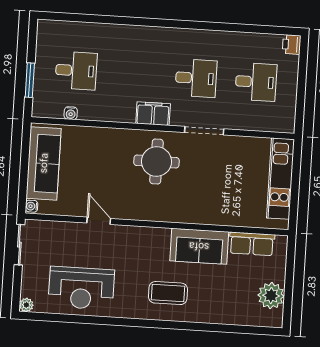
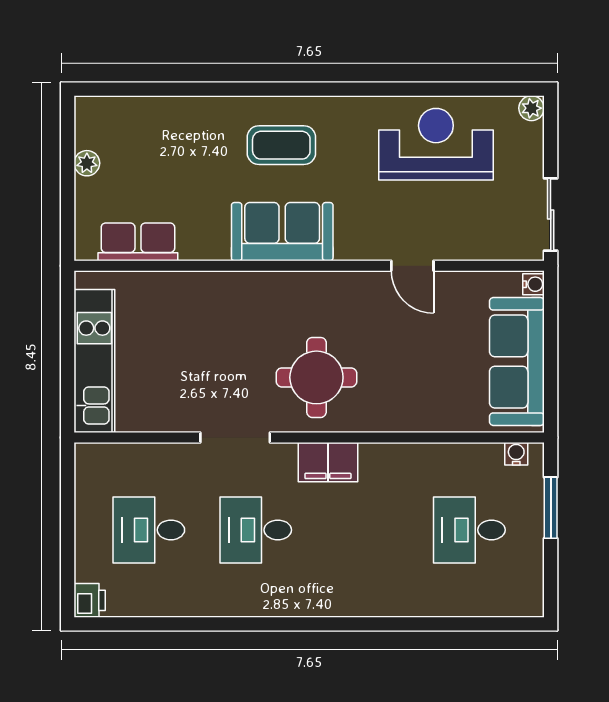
water cooler: (71, 113) -> (516, 454), moved
sofa: (199, 246) -> (282, 232), moved
plant: (271, 296) -> (87, 163), width x0.53, depth x0.53

